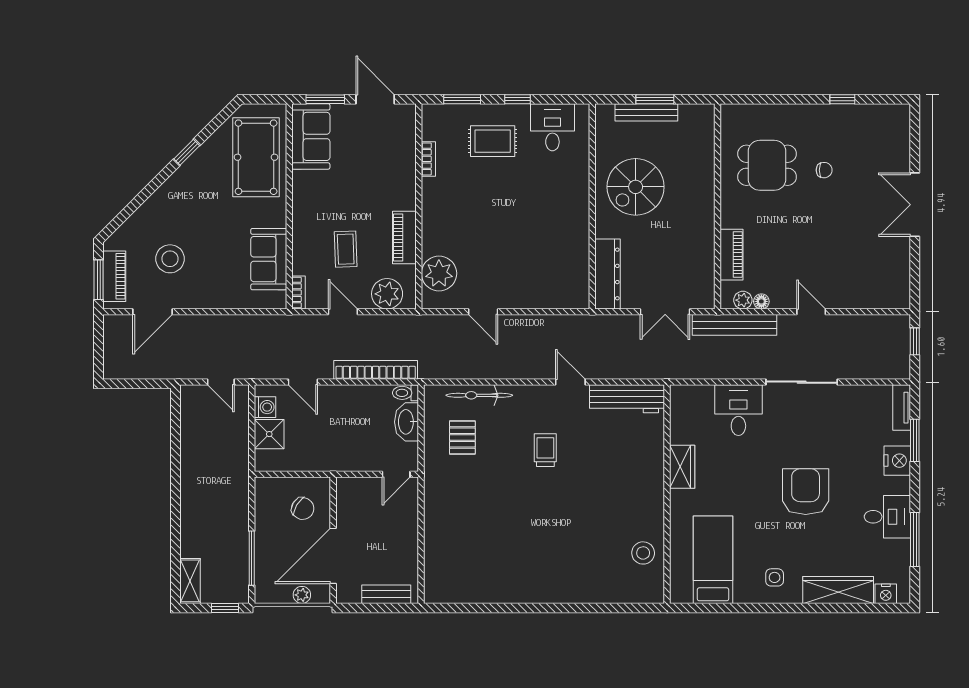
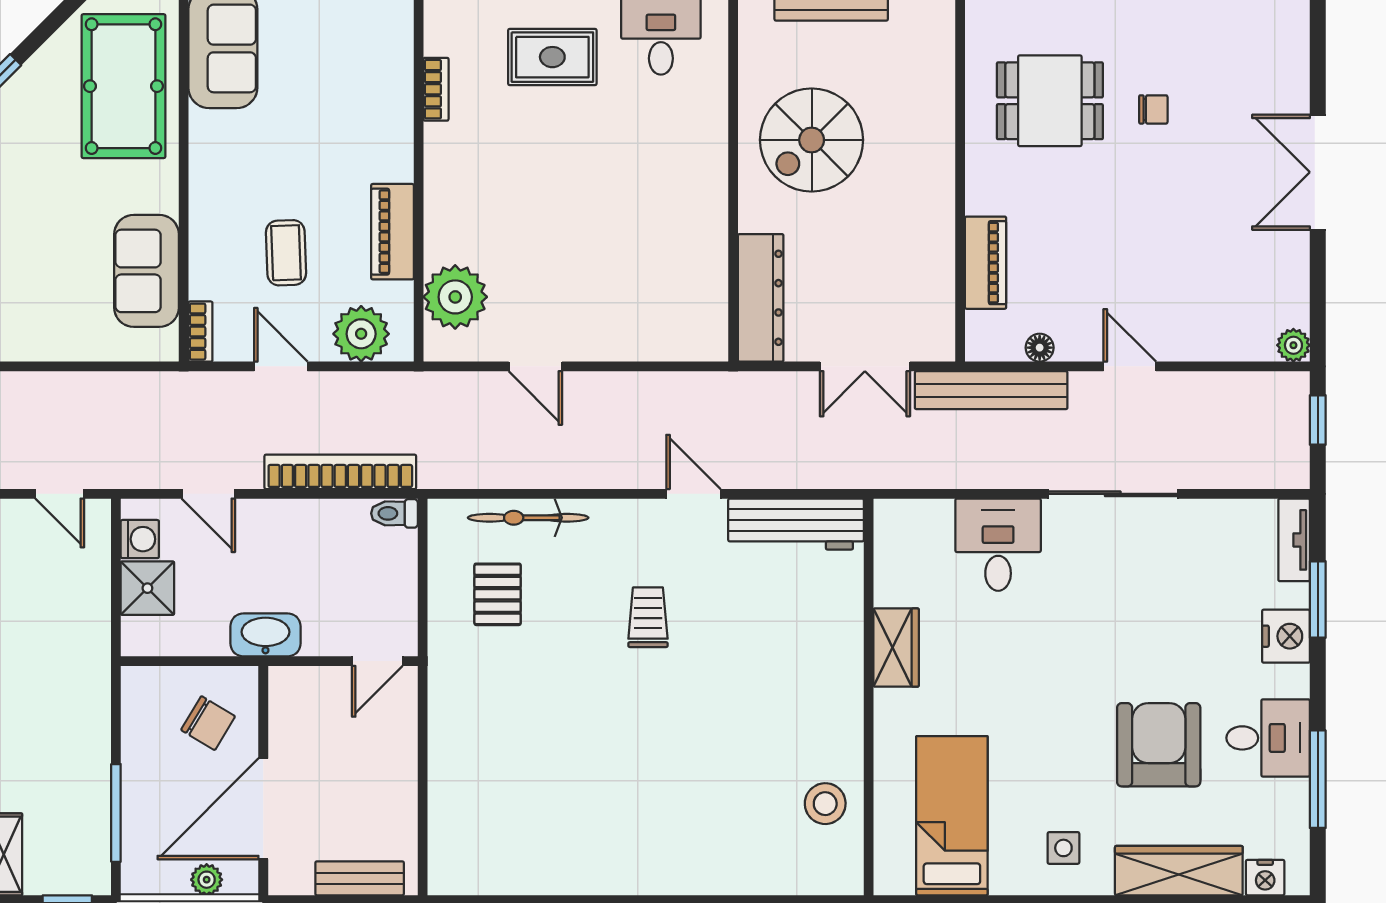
plant: (743, 300) -> (1293, 345), moved
washbasin: (407, 422) -> (265, 635), moved, turned 90
armchair: (806, 492) -> (1159, 745), moved

